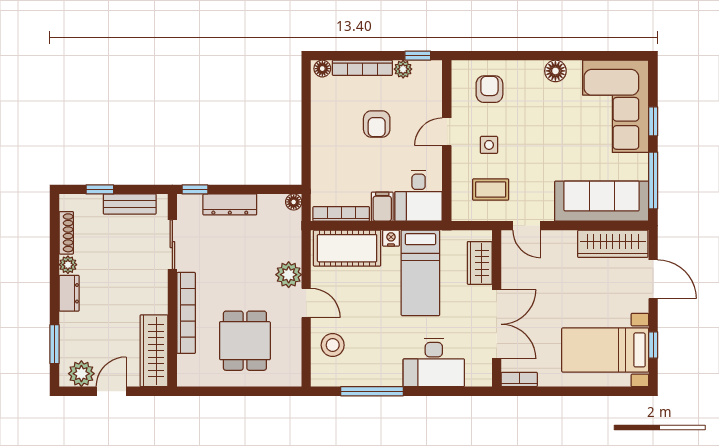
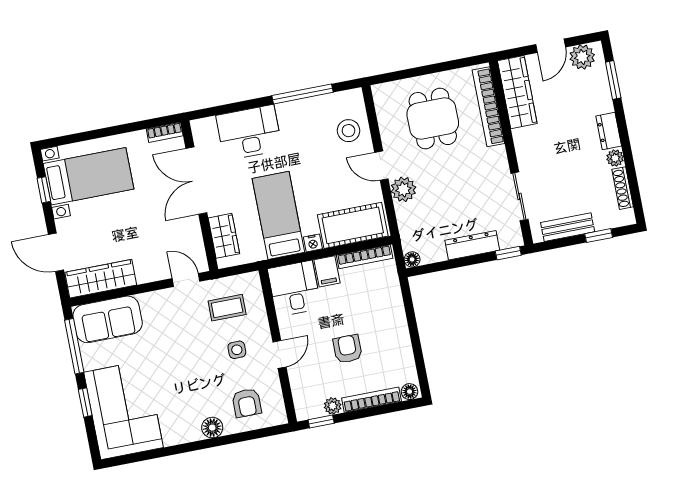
floor lamp: (555, 71) -> (212, 428), moved
sofa: (602, 201) -> (108, 319), width x0.73
bookcase: (186, 313) -> (488, 107), moved

